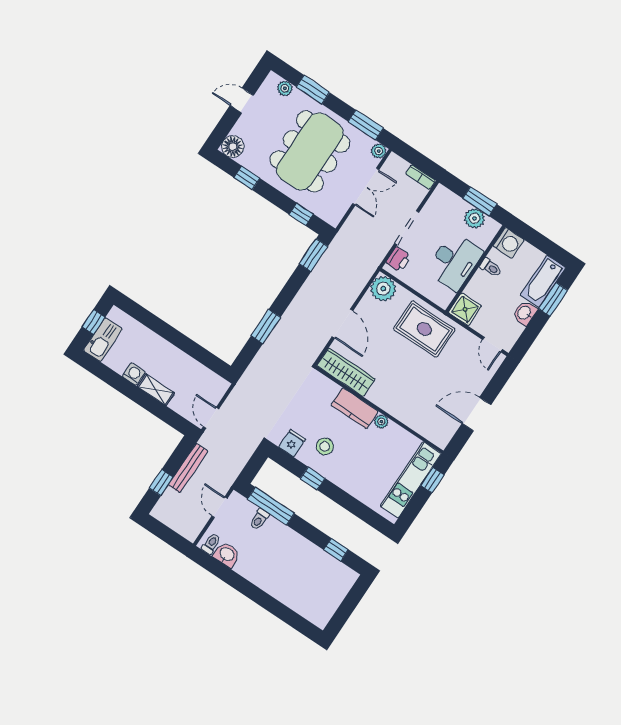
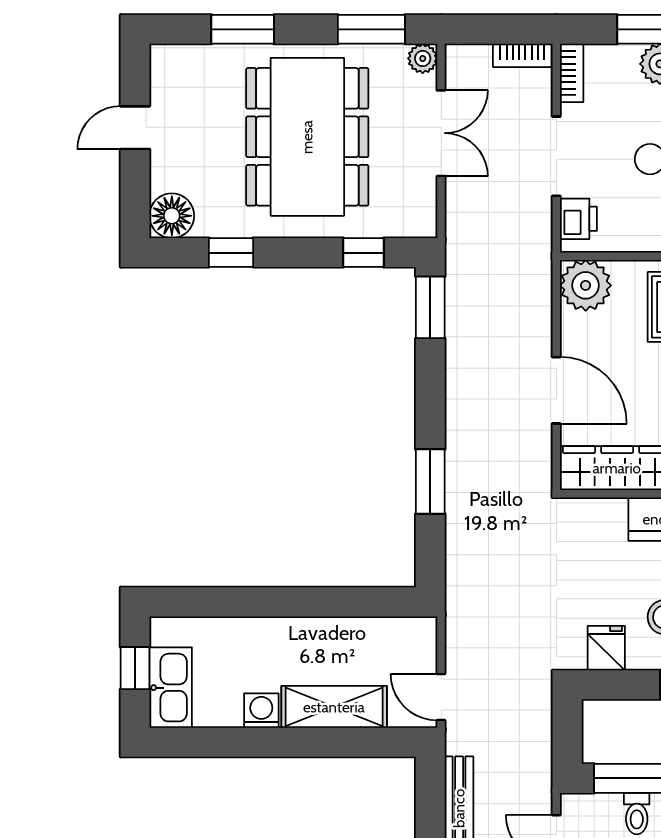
plant: (285, 88) -> (194, 59), removed
bookcase: (436, 198) -> (572, 73), added
shelving: (156, 390) -> (334, 707), width x1.50, depth x1.33

